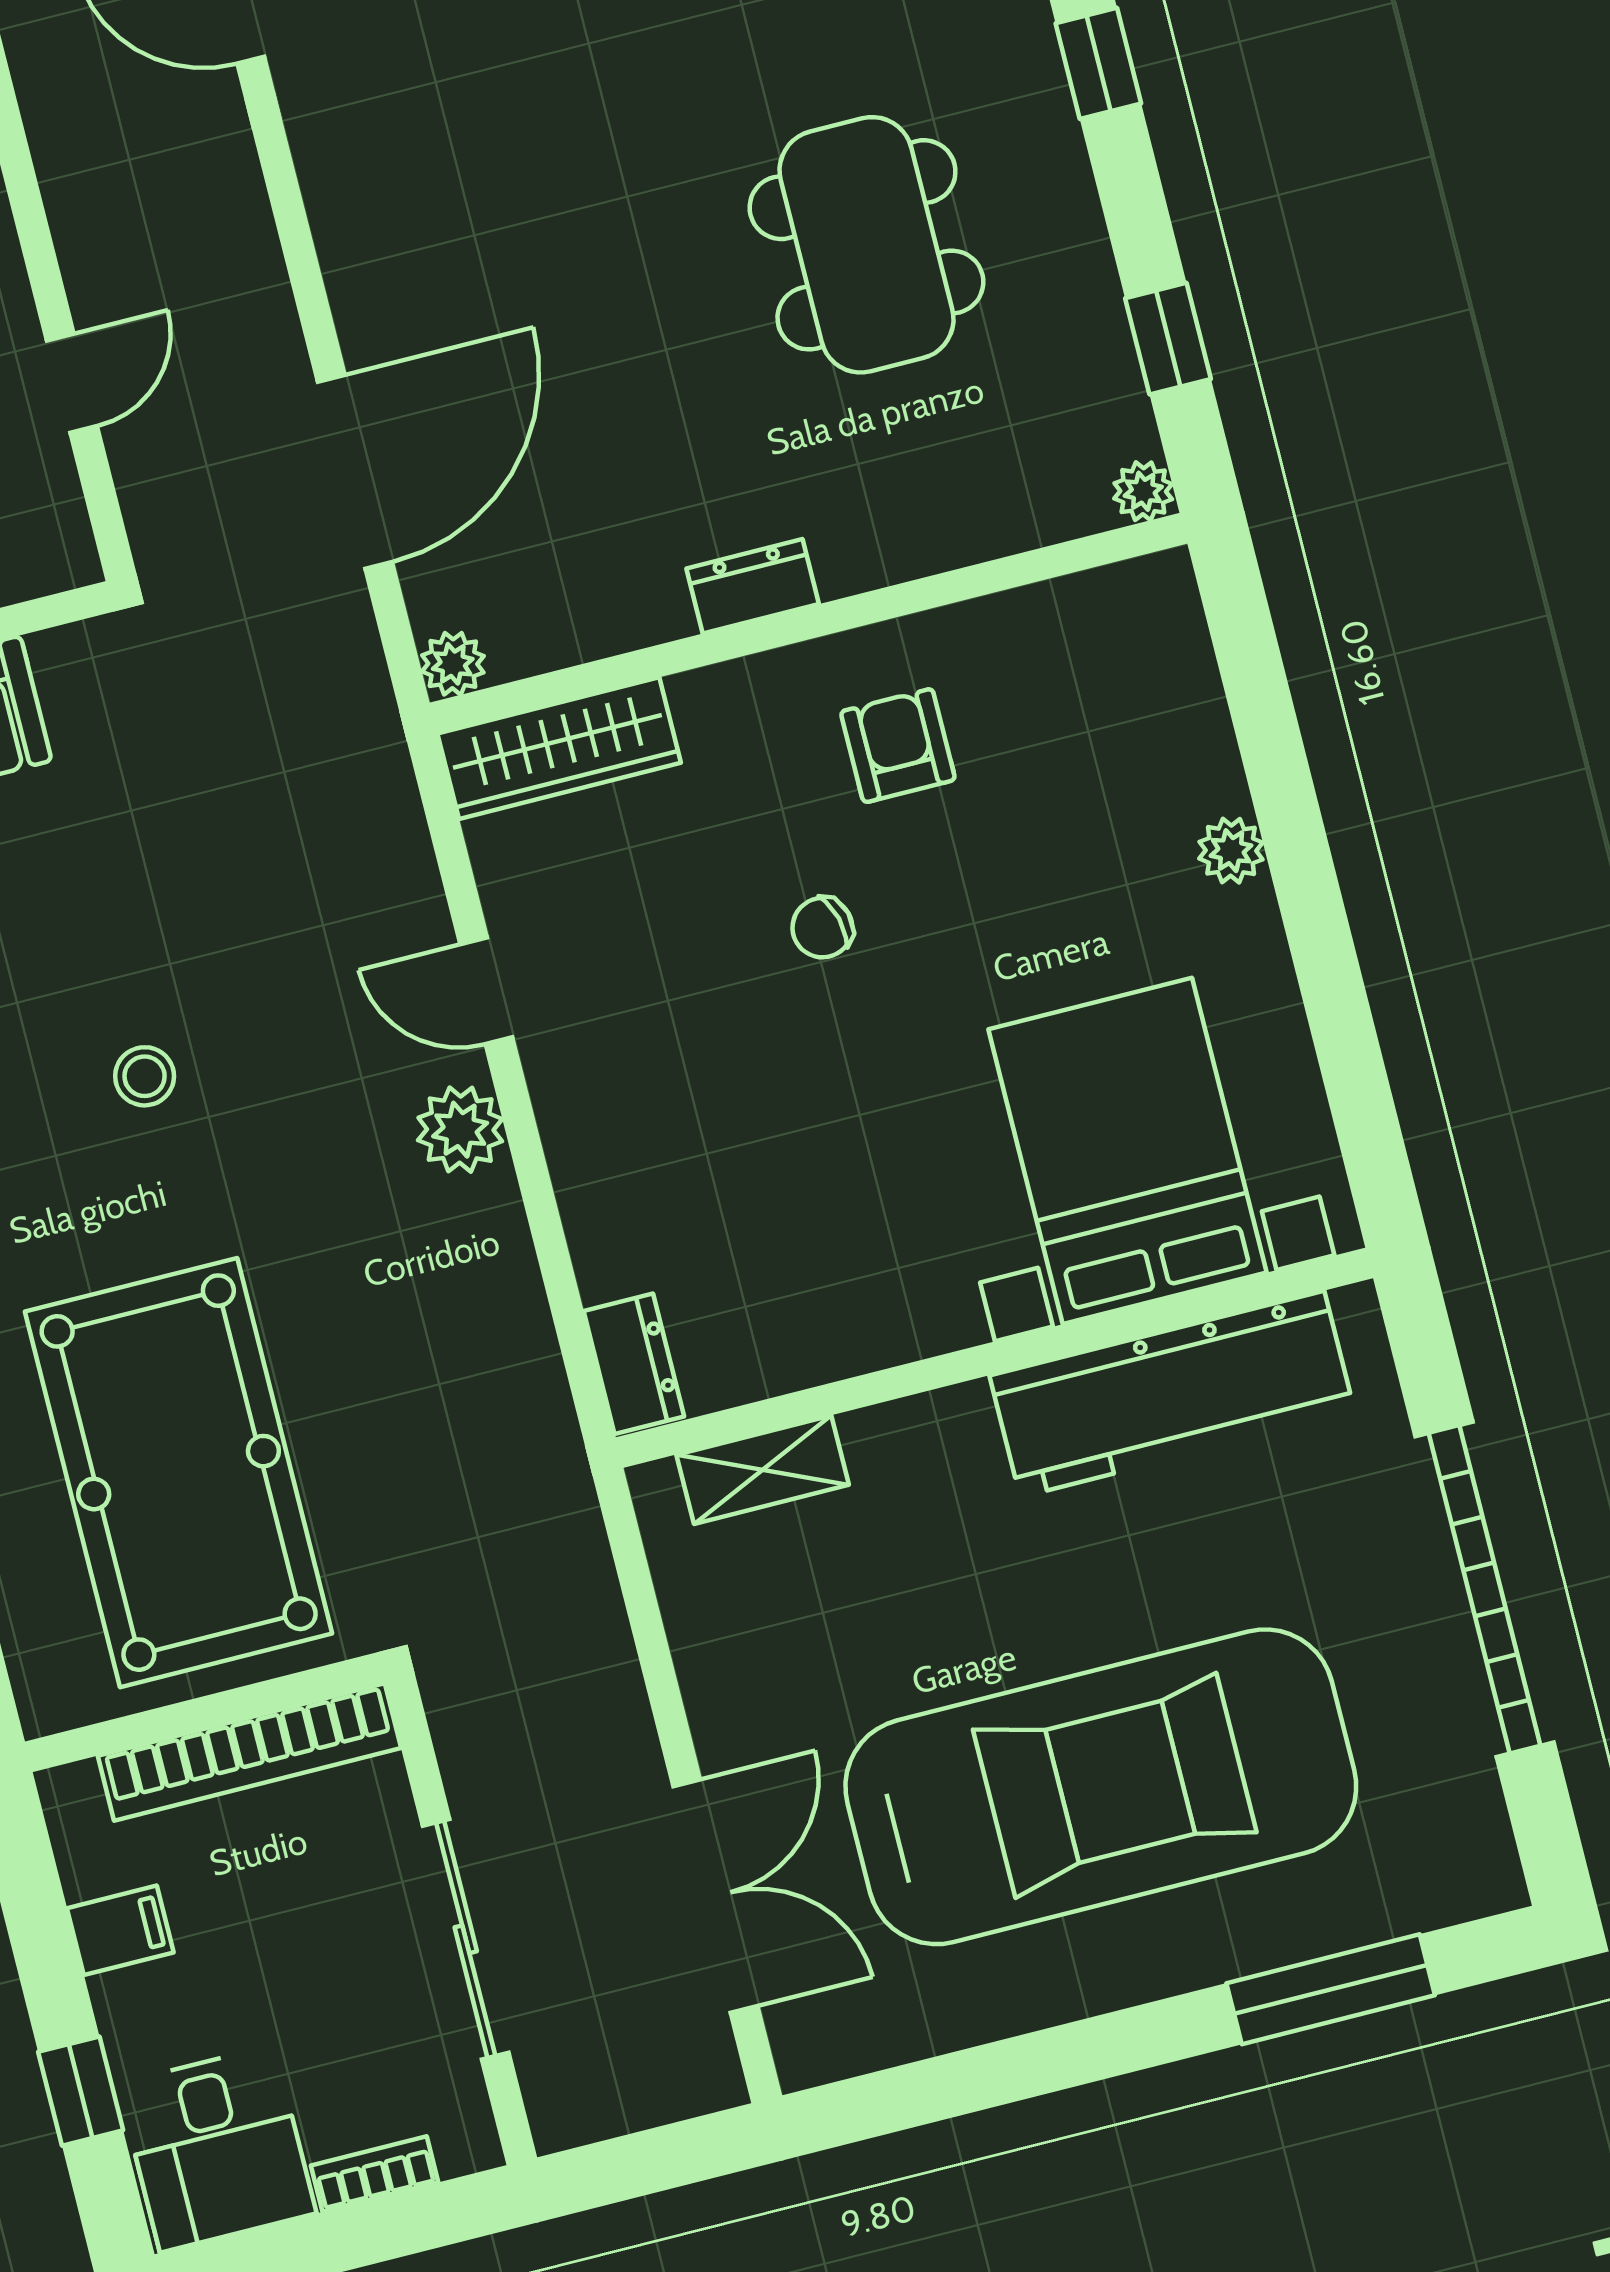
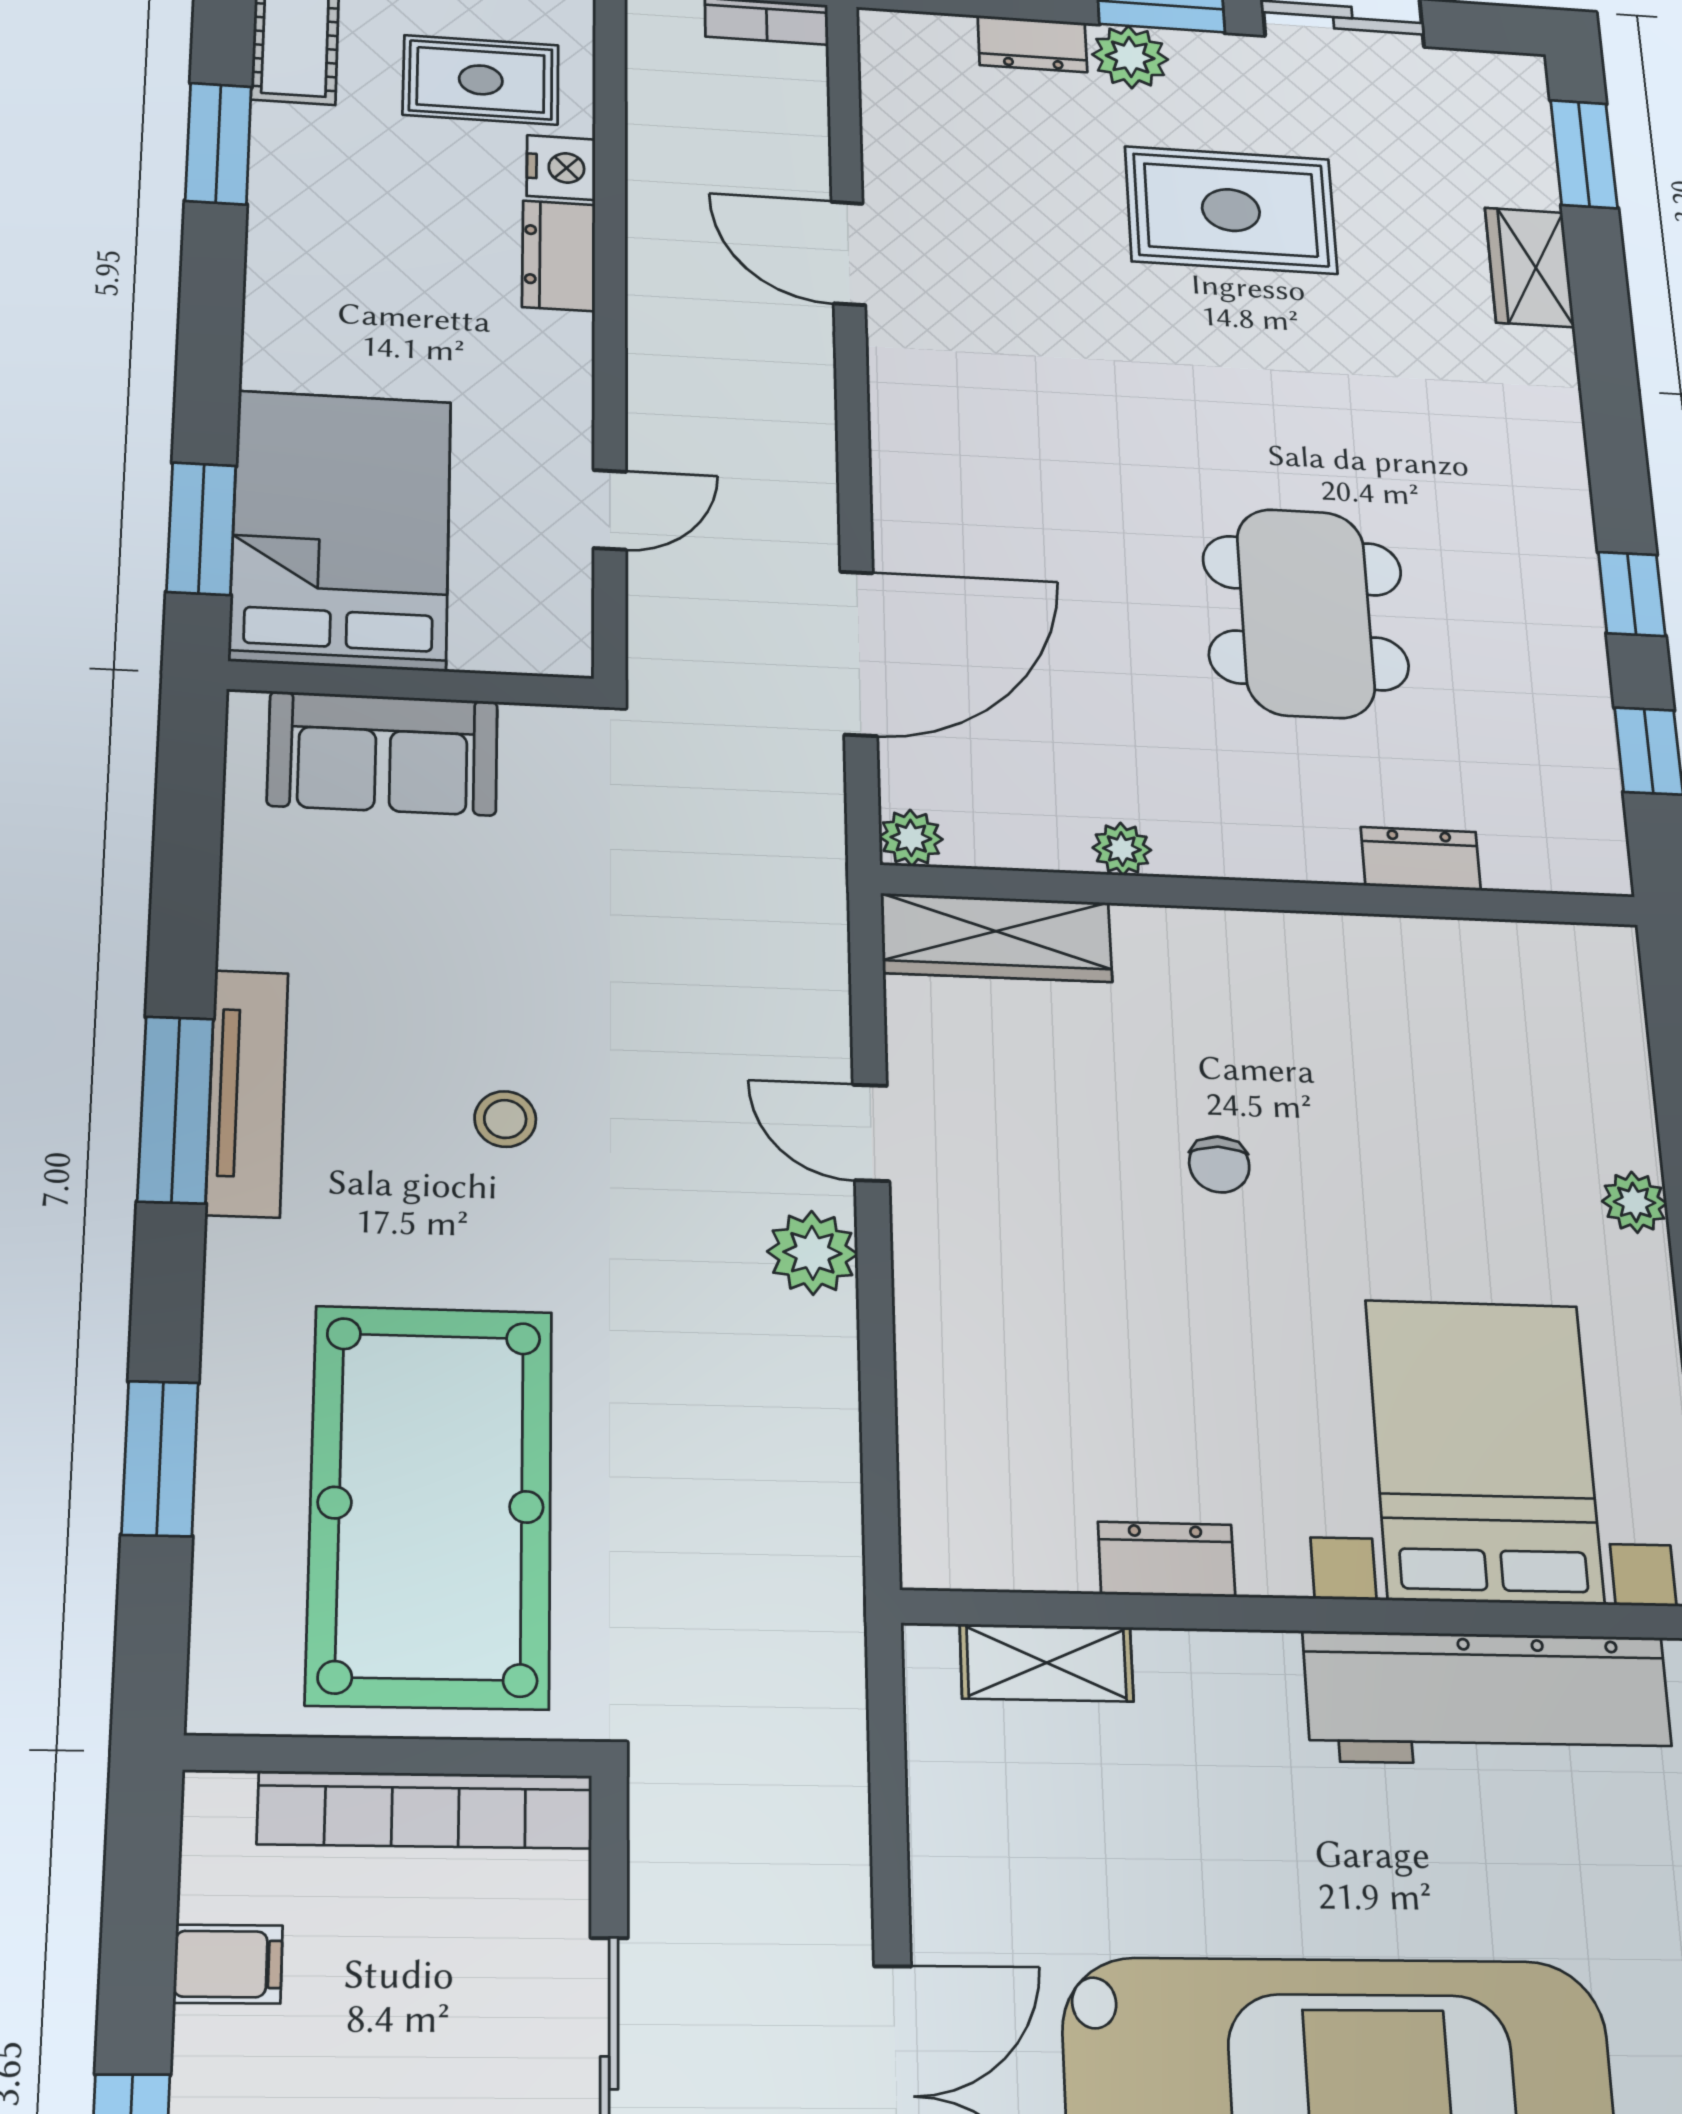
window: (1098, 63) -> (1632, 594), moved
dining table: (866, 245) -> (1306, 613), moved
plant: (1143, 491) -> (1122, 849), moved
dresser: (753, 586) -> (1421, 859), moved
armchair: (898, 746) -> (1327, 1023), removed
chair: (822, 928) -> (1219, 1165), turned -75
dresser: (634, 1364) -> (1167, 1559), moved, turned -90

